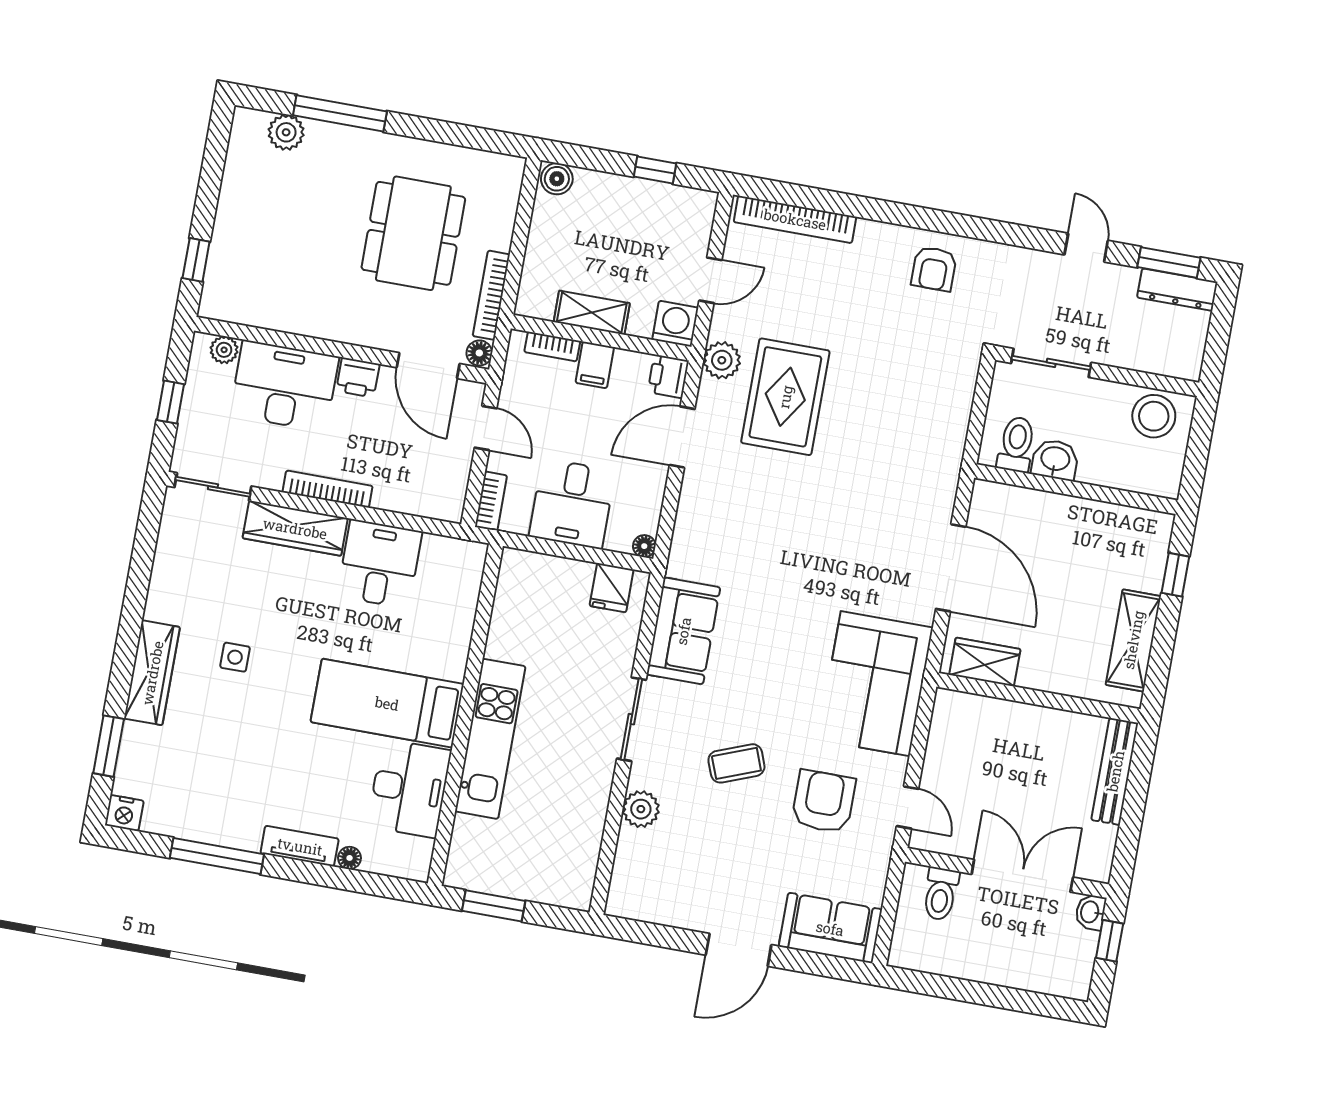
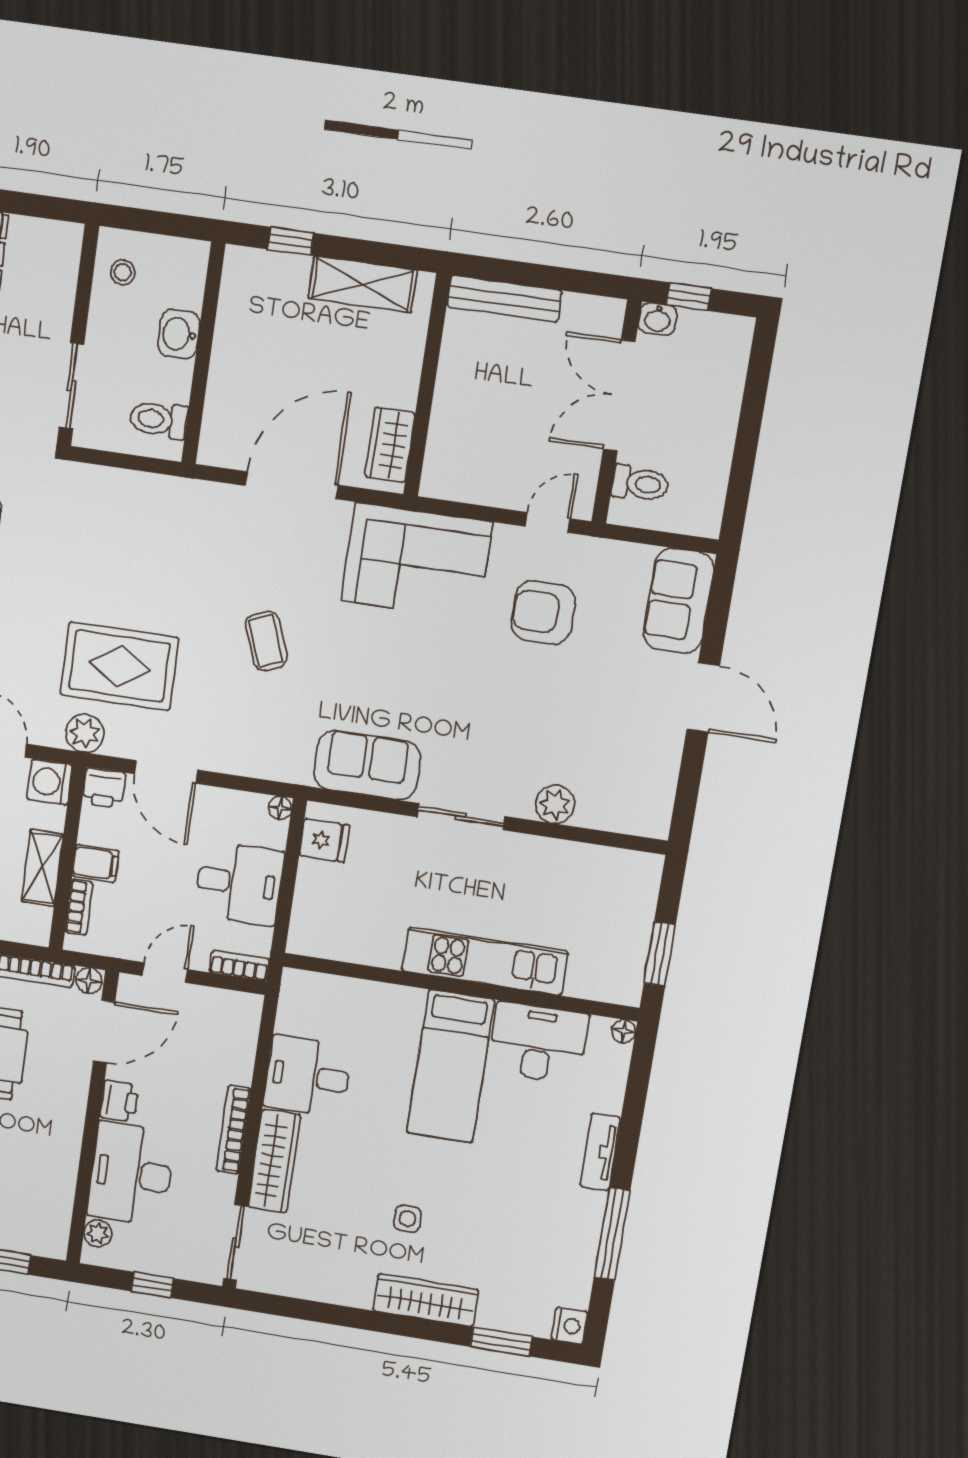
stool: (1154, 416) -> (123, 272), width x0.53, depth x0.53
washbasin: (1055, 460) -> (179, 334), moved
coffee table: (736, 763) -> (266, 641), moved
floor lamp: (350, 858) -> (624, 1031), moved

